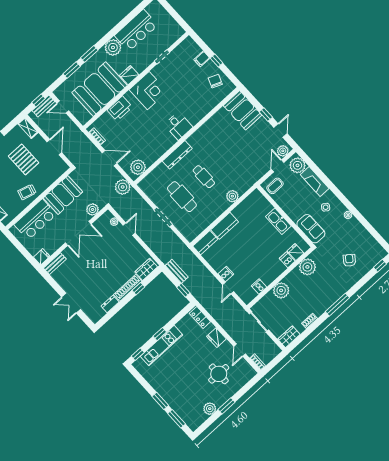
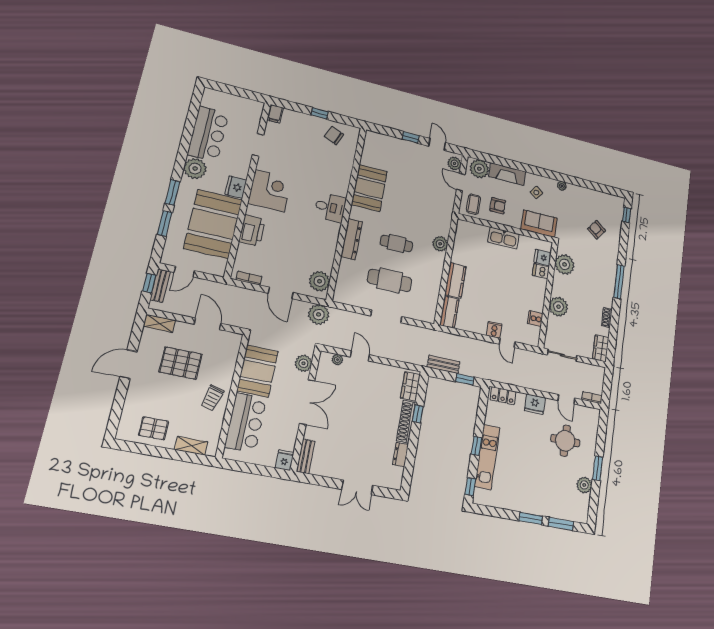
filing cabinet: (202, 59) -> (275, 114), moved
booth: (243, 110) -> (369, 188), moved, turned 90
door: (109, 158) -> (281, 293), swing flipped
armchair: (291, 198) -> (498, 206), added

